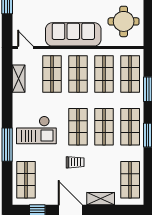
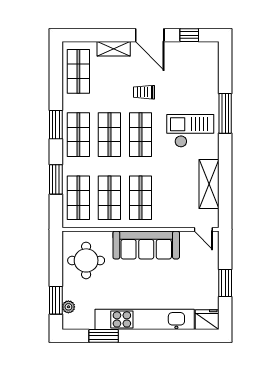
shop shelf: (52, 74) -> (172, 198), removed
shelving: (19, 79) -> (209, 184), width x1.50, depth x1.33
shop shelf: (26, 180) -> (203, 71), removed

